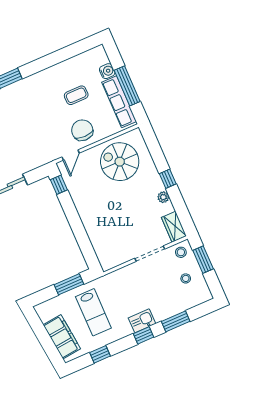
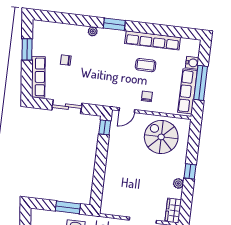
row of seats: (56, 72) -> (153, 40), added
coffee table: (76, 95) -> (146, 65), moved
chair: (82, 130) -> (147, 96), width x0.54, depth x0.54

